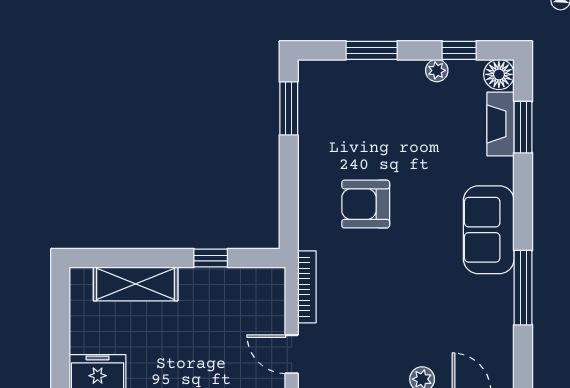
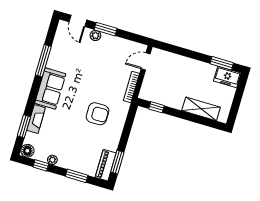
piano: (313, 94) -> (106, 165), added
fireplace: (501, 124) -> (36, 119), moved
window: (211, 258) -> (157, 107), moved
door: (292, 354) -> (146, 61), swing flipped

